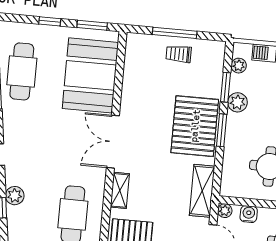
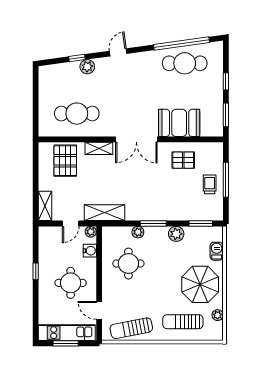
plant: (239, 66) -> (138, 232), moved
booth: (90, 75) -> (179, 123), width x0.73, depth x0.70
window: (226, 87) -> (201, 223), moved
pallet: (195, 126) -> (183, 160), moved, width x0.49, depth x0.50
double door: (113, 142) -> (136, 139), swing flipped

